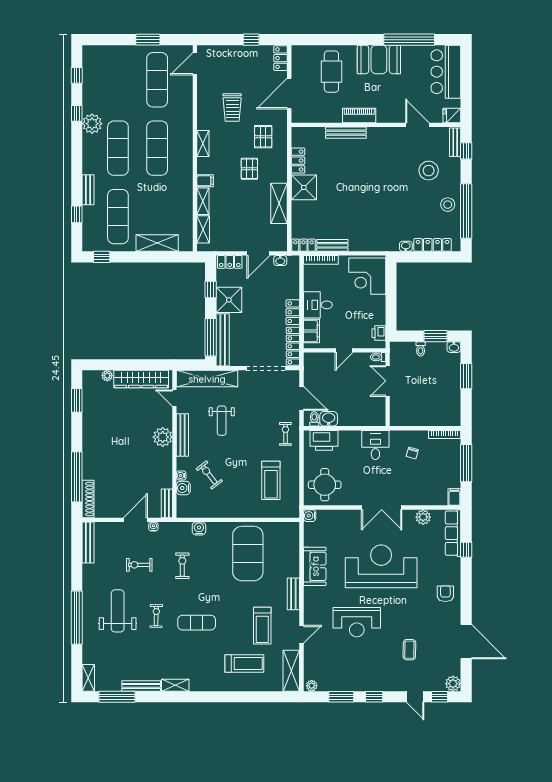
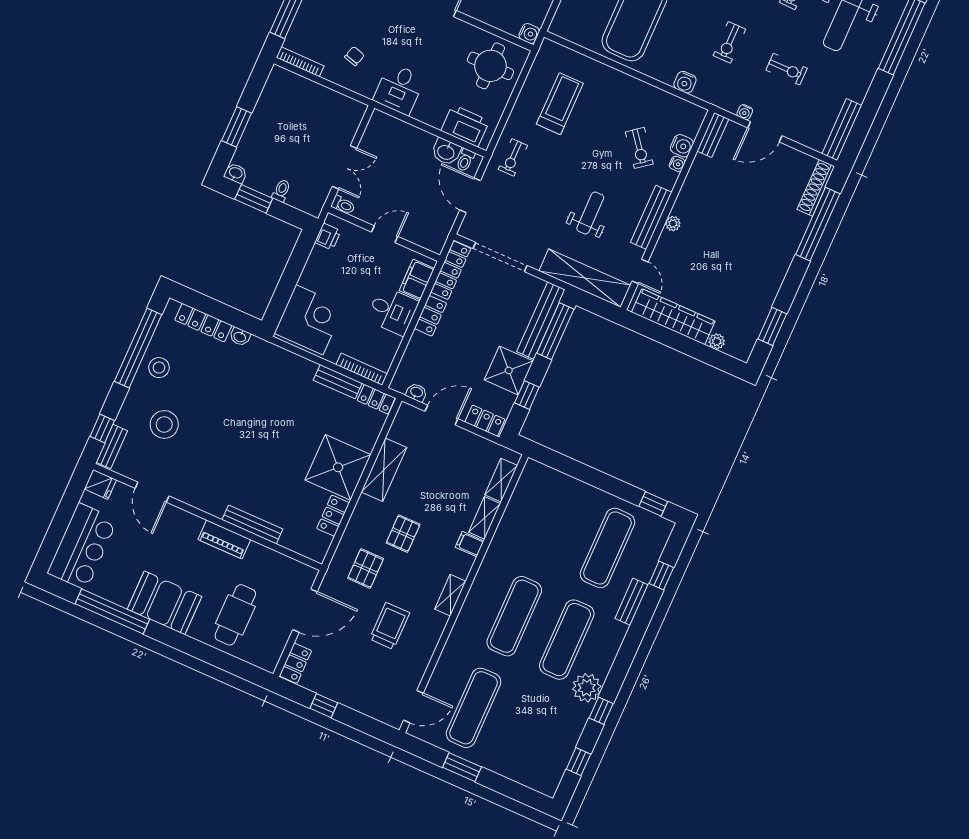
shower: (304, 187) -> (338, 467), width x1.37, depth x1.37
shelving: (157, 243) -> (571, 489), removed
plant: (163, 437) -> (673, 224), width x0.53, depth x0.53

